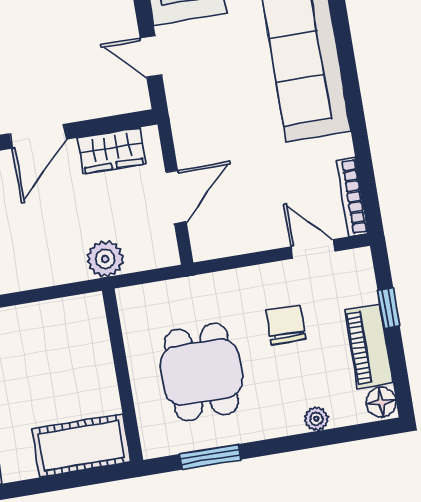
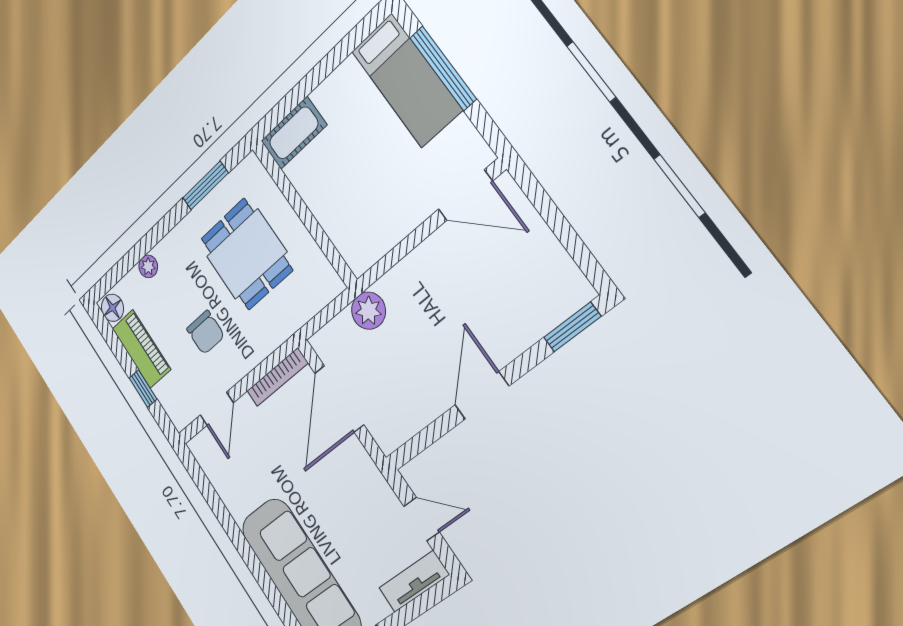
wardrobe: (112, 151) -> (412, 414), removed
door: (176, 197) -> (339, 399), width x1.36
bookcase: (352, 197) -> (277, 377), moved, turned 90
door: (313, 249) -> (217, 409), hinge flipped
cot: (81, 446) -> (294, 133), width x0.73, depth x0.75

